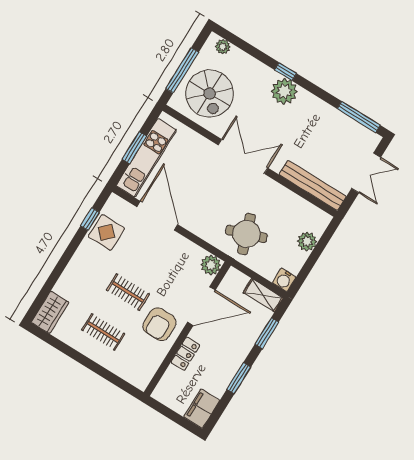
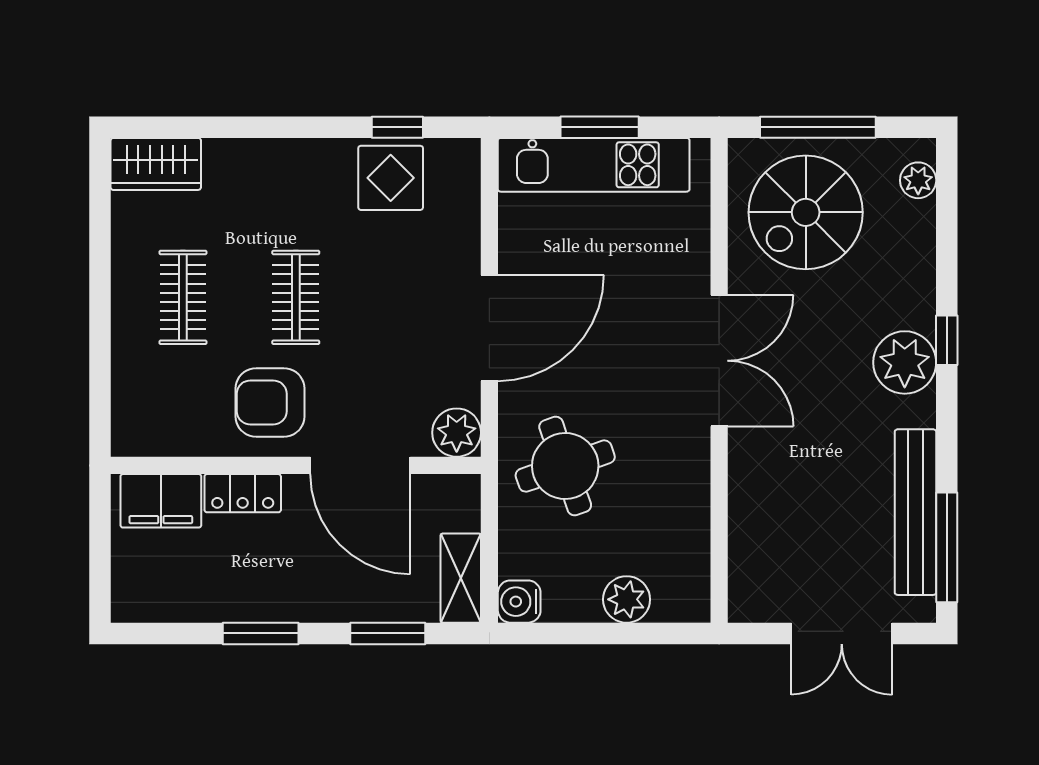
bench: (313, 185) -> (915, 512), moved
door: (157, 216) -> (489, 328), moved
filing cabinet: (202, 409) -> (161, 501), moved, turned 180

